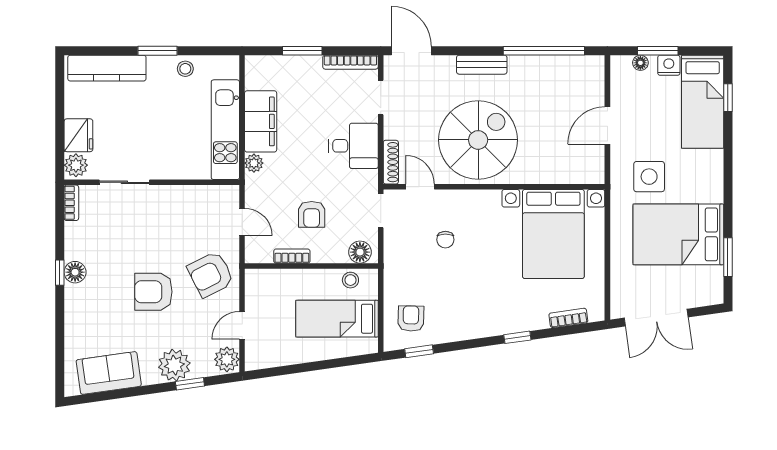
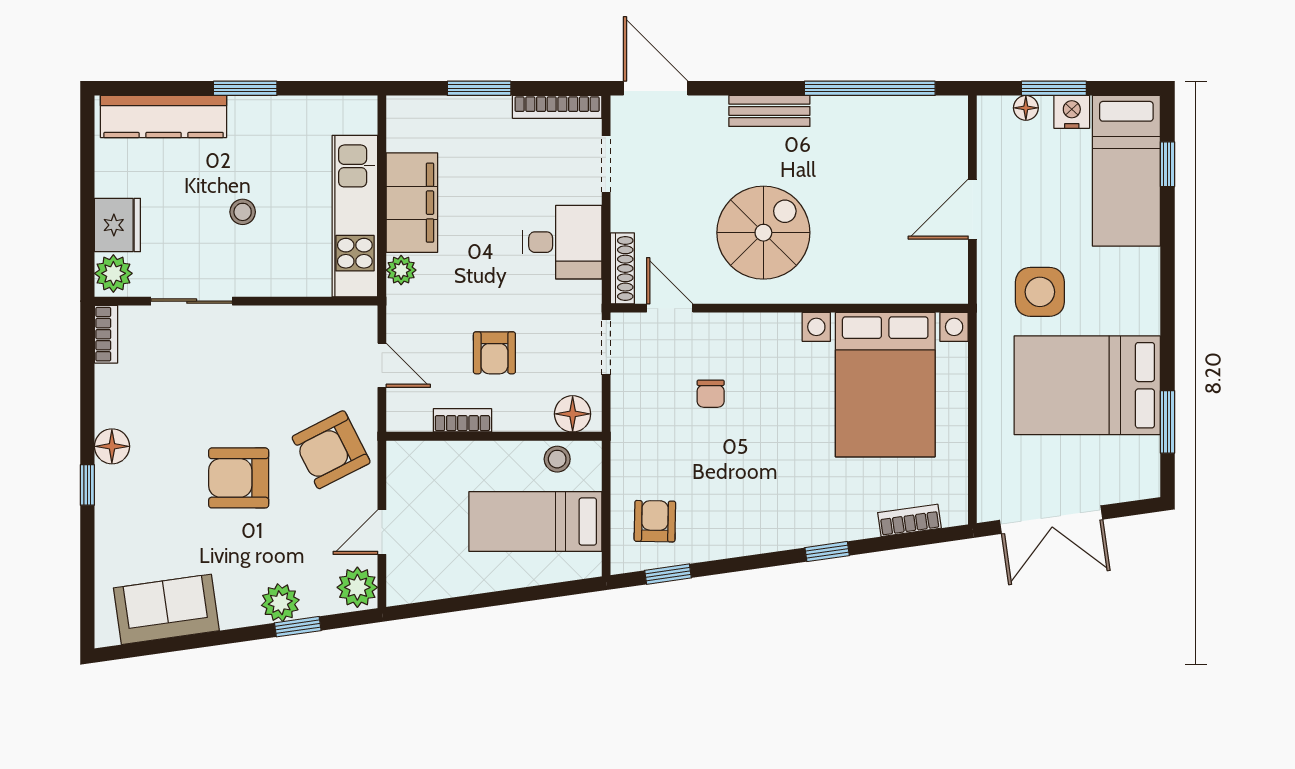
stool: (185, 69) -> (243, 212), moved
spiral stairs: (478, 140) -> (763, 233), width x0.73, depth x0.73
window: (60, 273) -> (87, 485), moved
plant: (174, 365) -> (280, 603), width x0.73, depth x0.73

